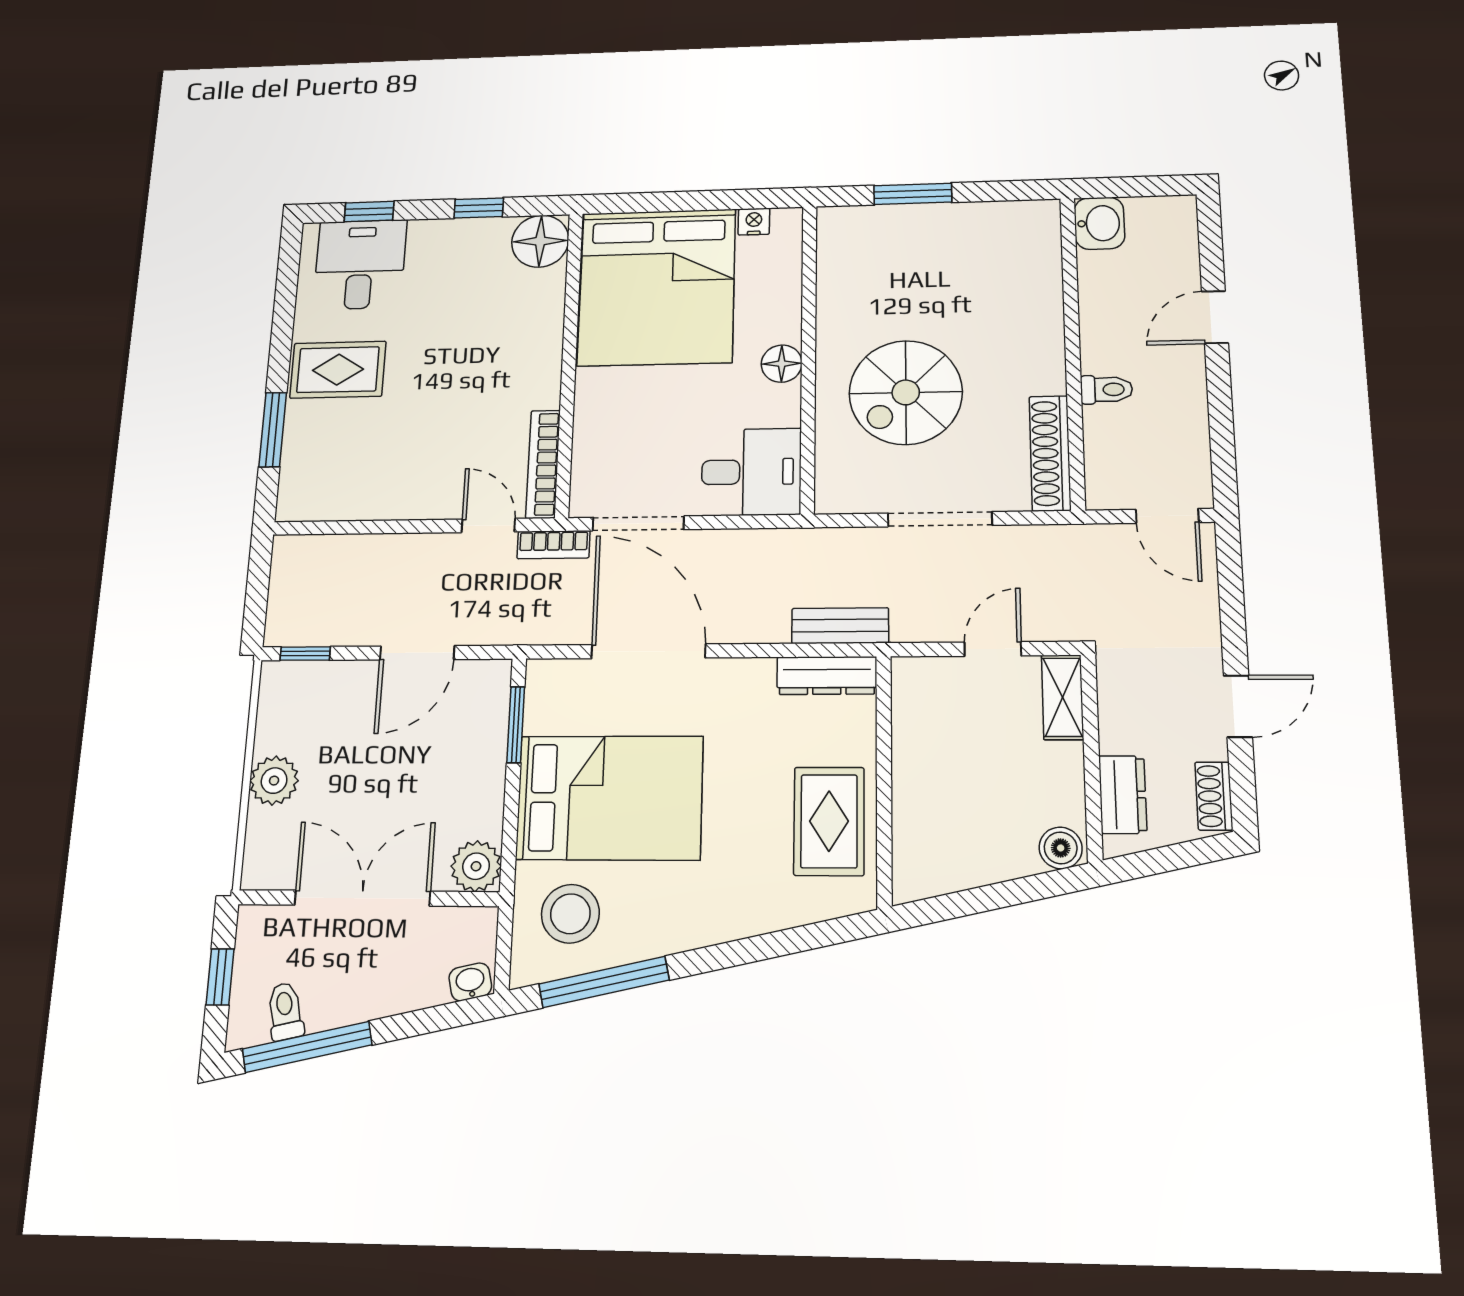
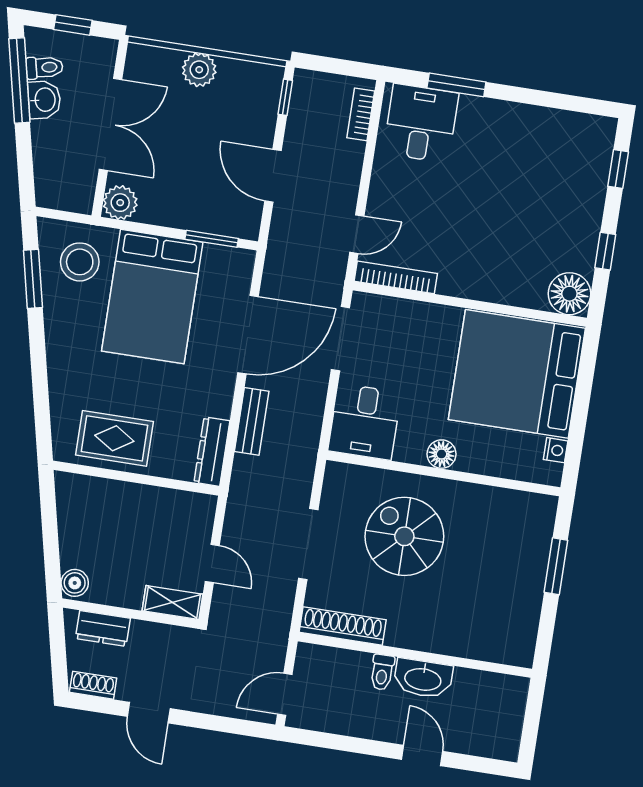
washbasin: (1099, 223) -> (423, 678), moved, width x1.38
desk: (360, 264) -> (421, 123), moved, turned -90
rug: (338, 370) -> (495, 136), removed
bookcase: (553, 545) -> (361, 114), moved
bench: (840, 626) -> (252, 421), moved
washbasin: (470, 982) -> (44, 100), moved, width x1.38, depth x1.45
window: (604, 982) -> (33, 279), width x0.69

